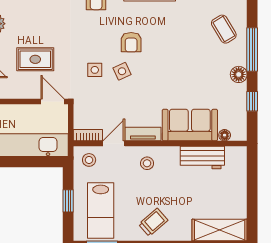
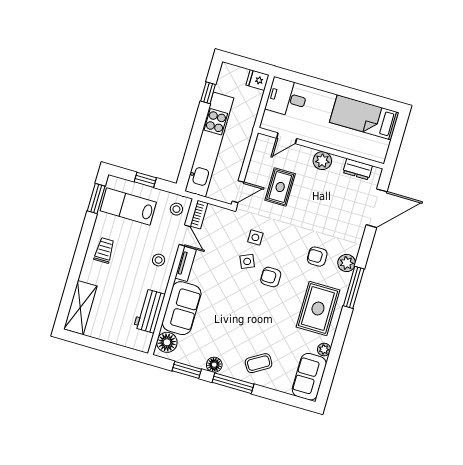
window: (252, 101) -> (187, 370), width x1.50
floor lamp: (225, 135) -> (167, 342), width x1.89, depth x1.89
trolley: (153, 222) -> (104, 250), turned -139

